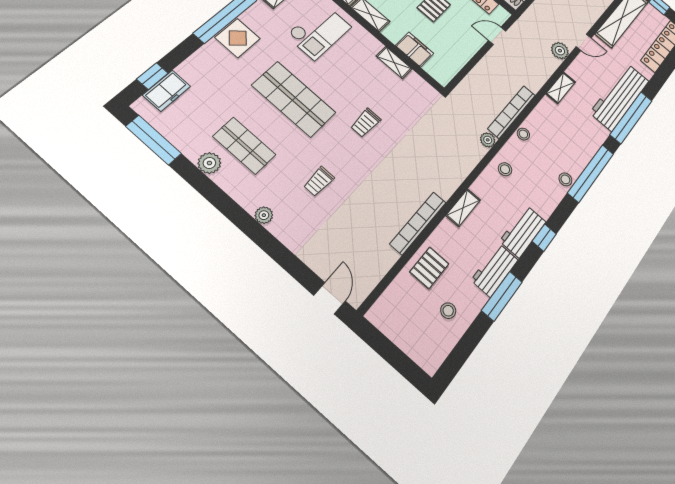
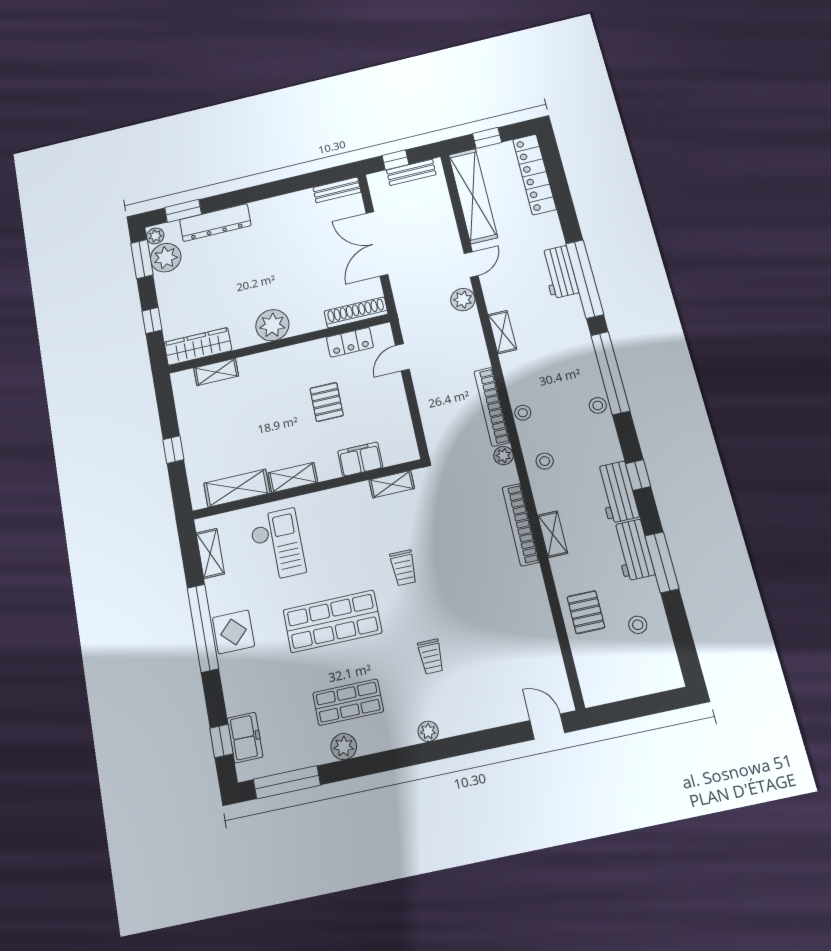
shelving: (394, 62) -> (392, 484), moved
workbench: (620, 97) -> (559, 272), width x0.53, depth x0.76
bookcase: (418, 223) -> (521, 525), moved

